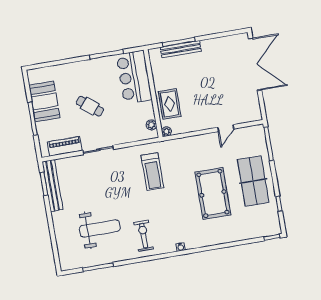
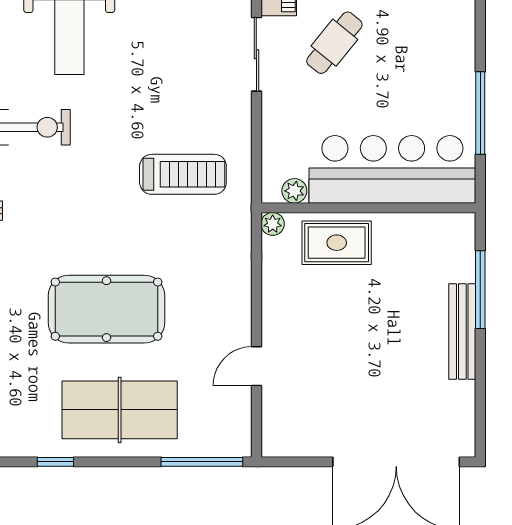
bench: (181, 49) -> (462, 332), moved
bar counter: (134, 77) -> (392, 169), width x1.36
cafe table: (90, 106) -> (334, 43), moved
door: (226, 128) -> (256, 366), hinge flipped
treadmill: (152, 172) -> (183, 174), turned 180

